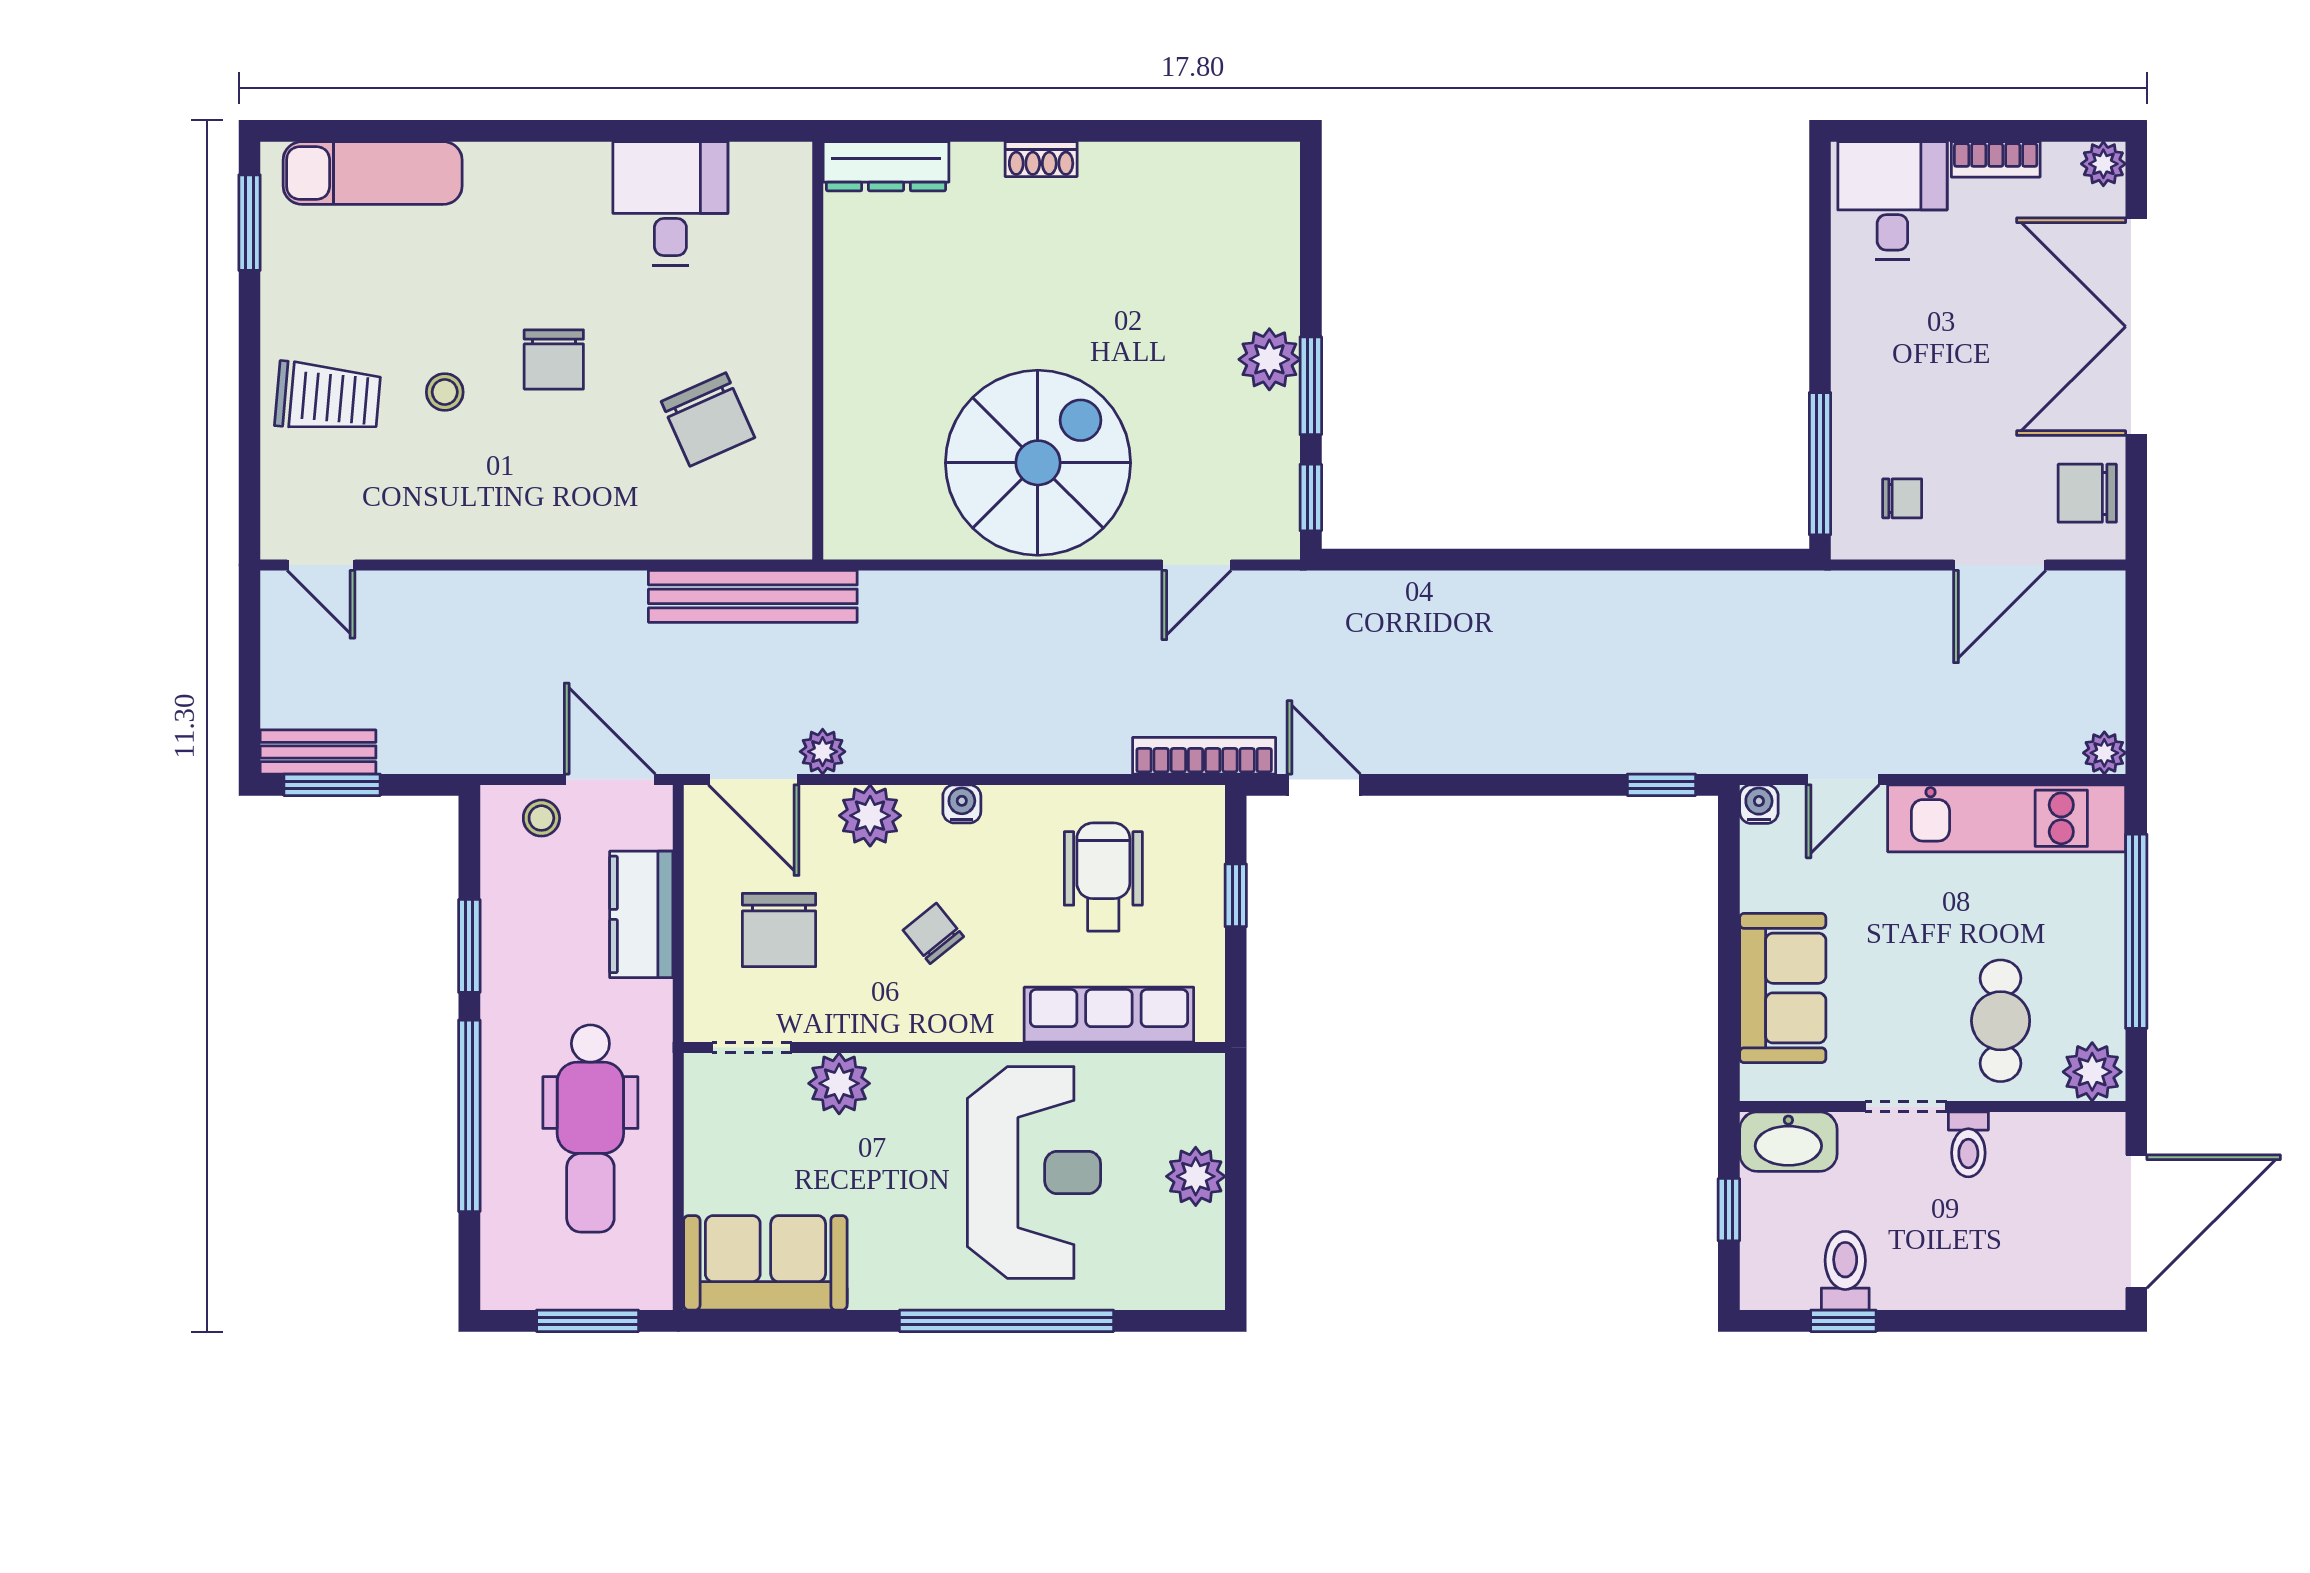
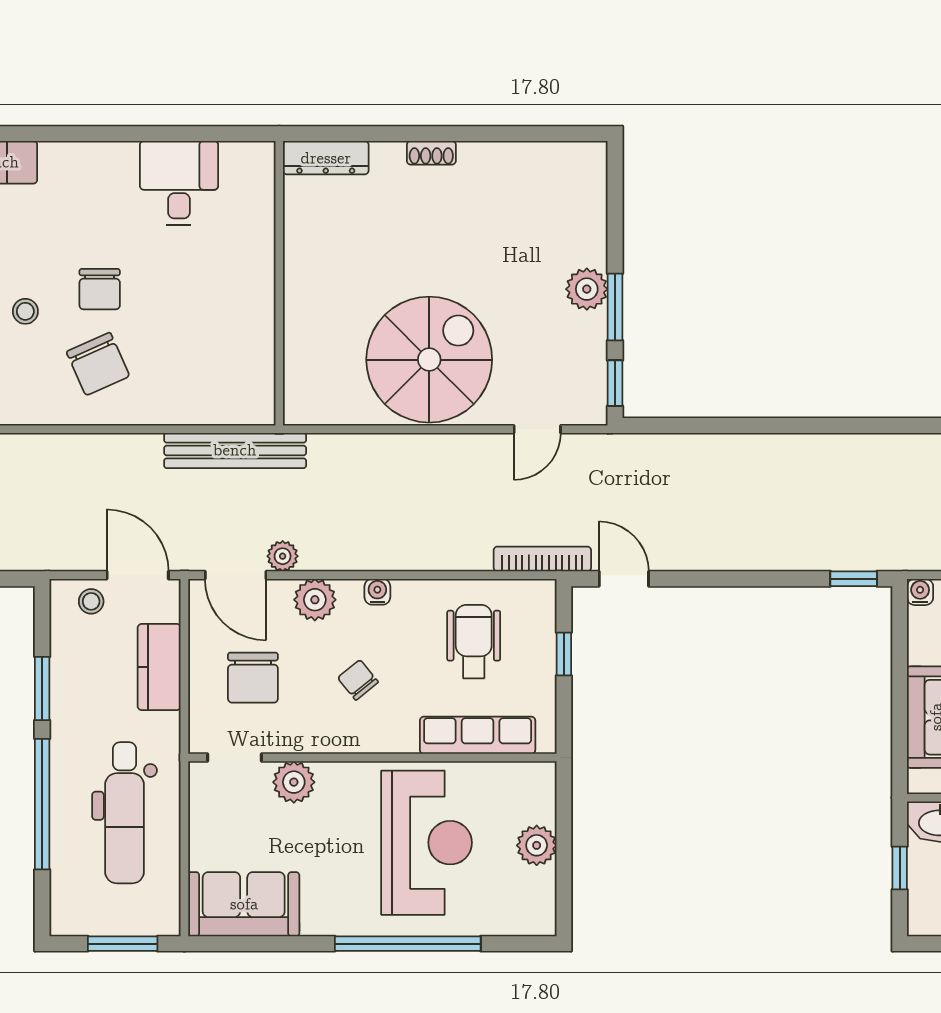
chair: (708, 419) -> (98, 364), moved

